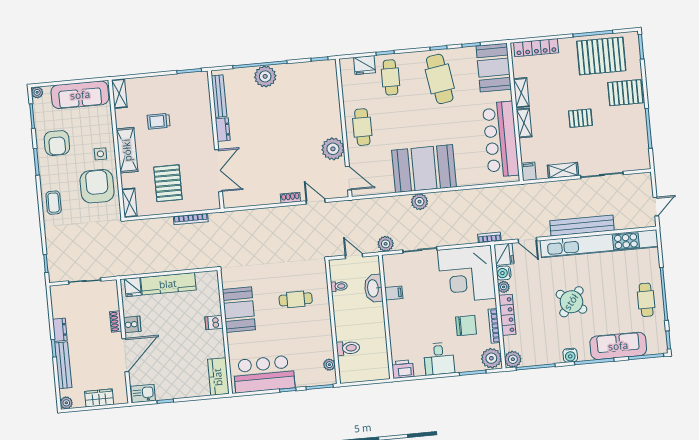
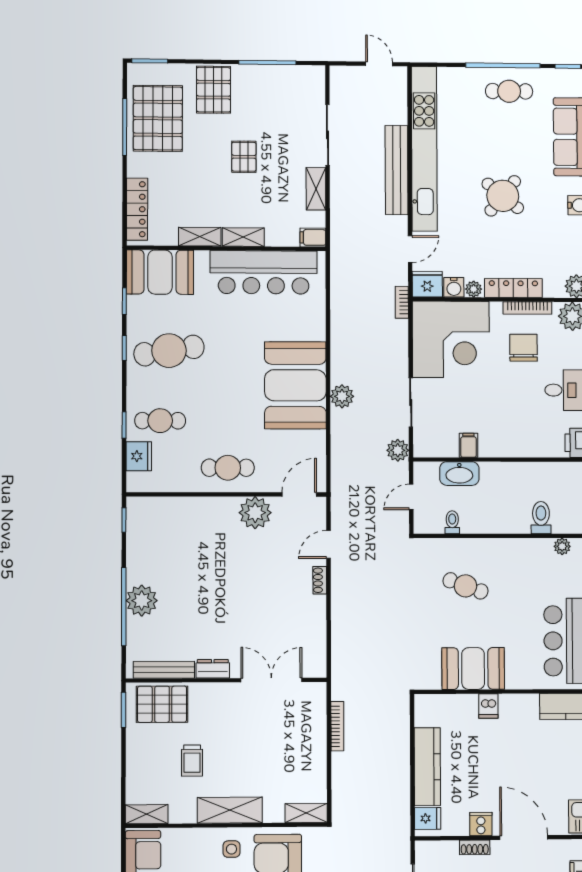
pallet: (168, 183) -> (162, 704), moved
cafe table: (296, 299) -> (465, 586), turned -70

